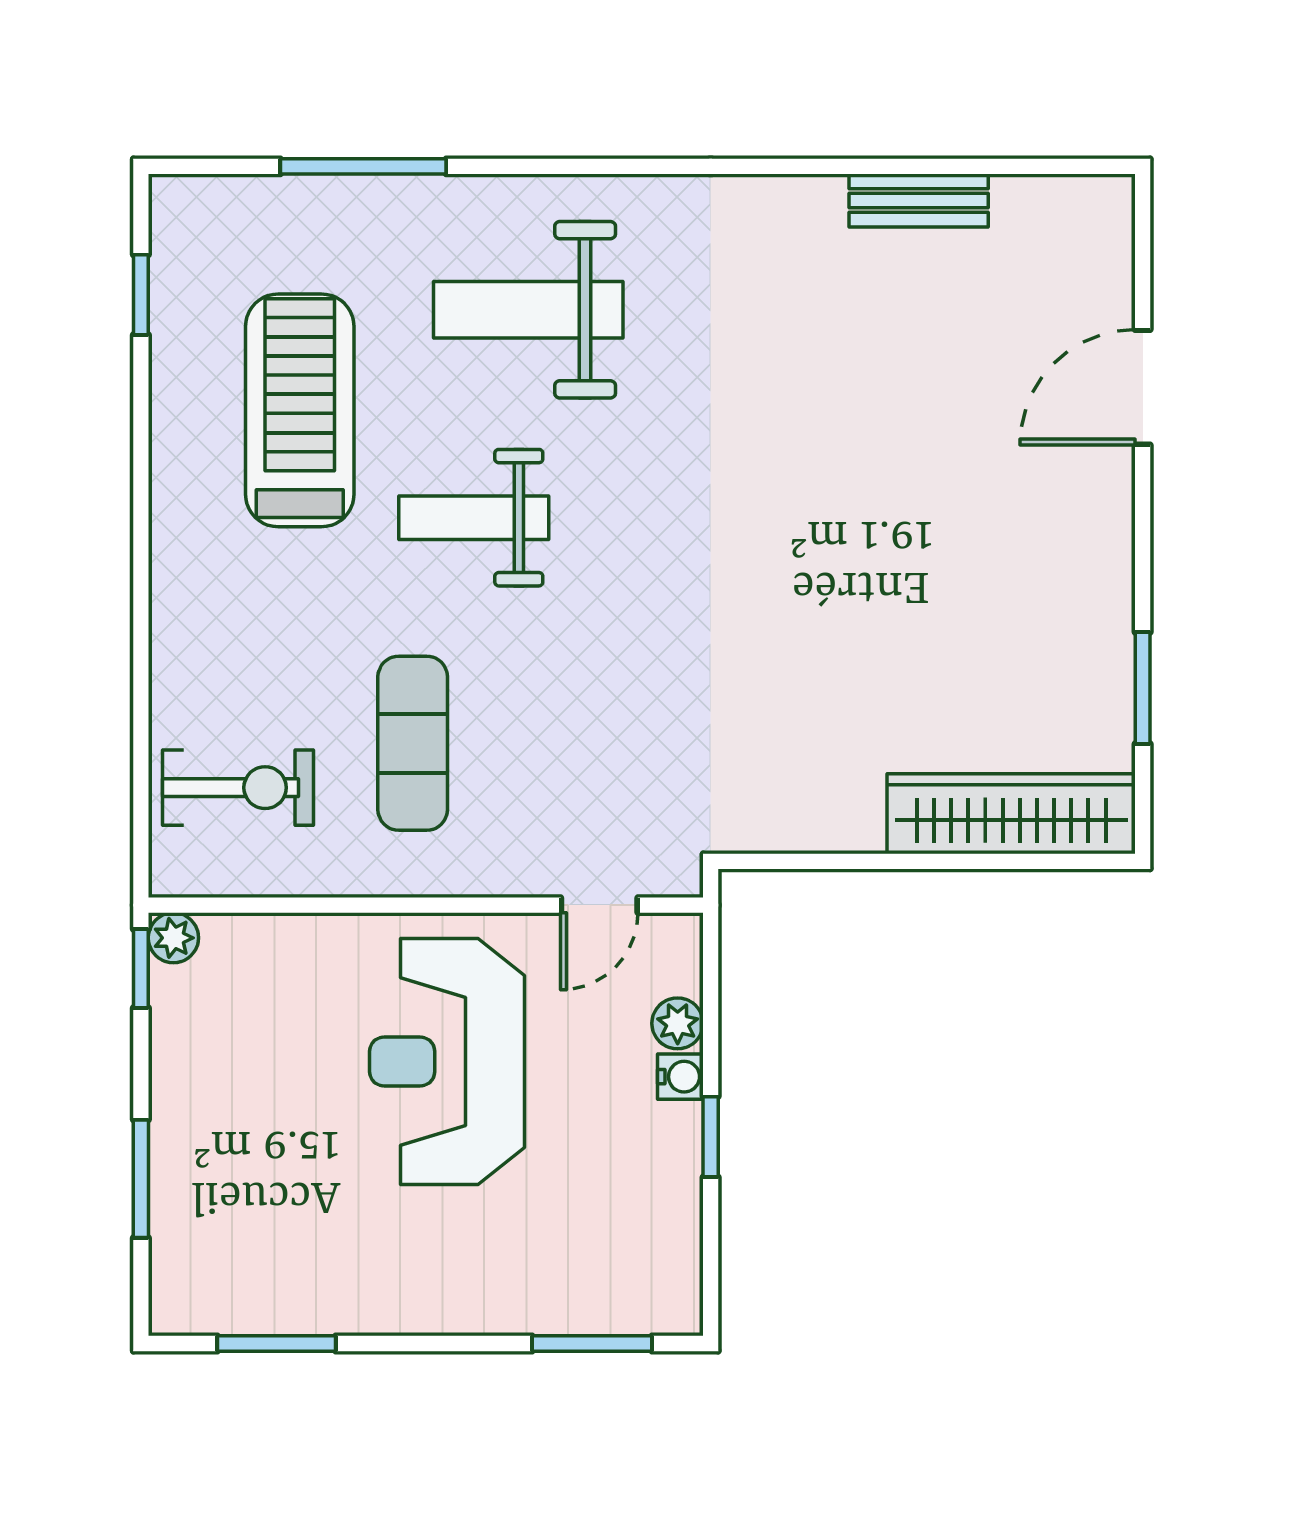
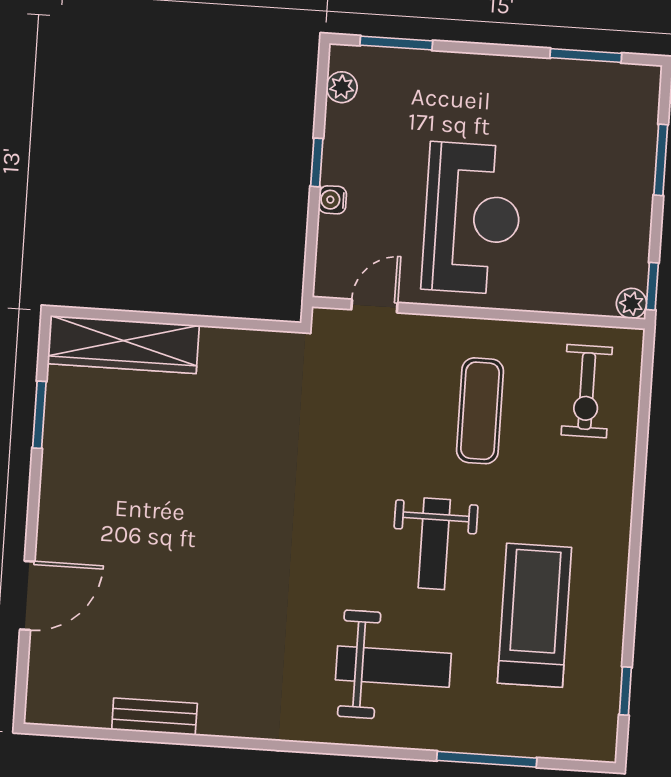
treadmill: (300, 410) -> (535, 615), turned 180
weight bench: (474, 518) -> (434, 544), turned 90
exercise bike: (238, 788) -> (587, 391), turned -90
plant: (678, 1023) -> (342, 87), moved

